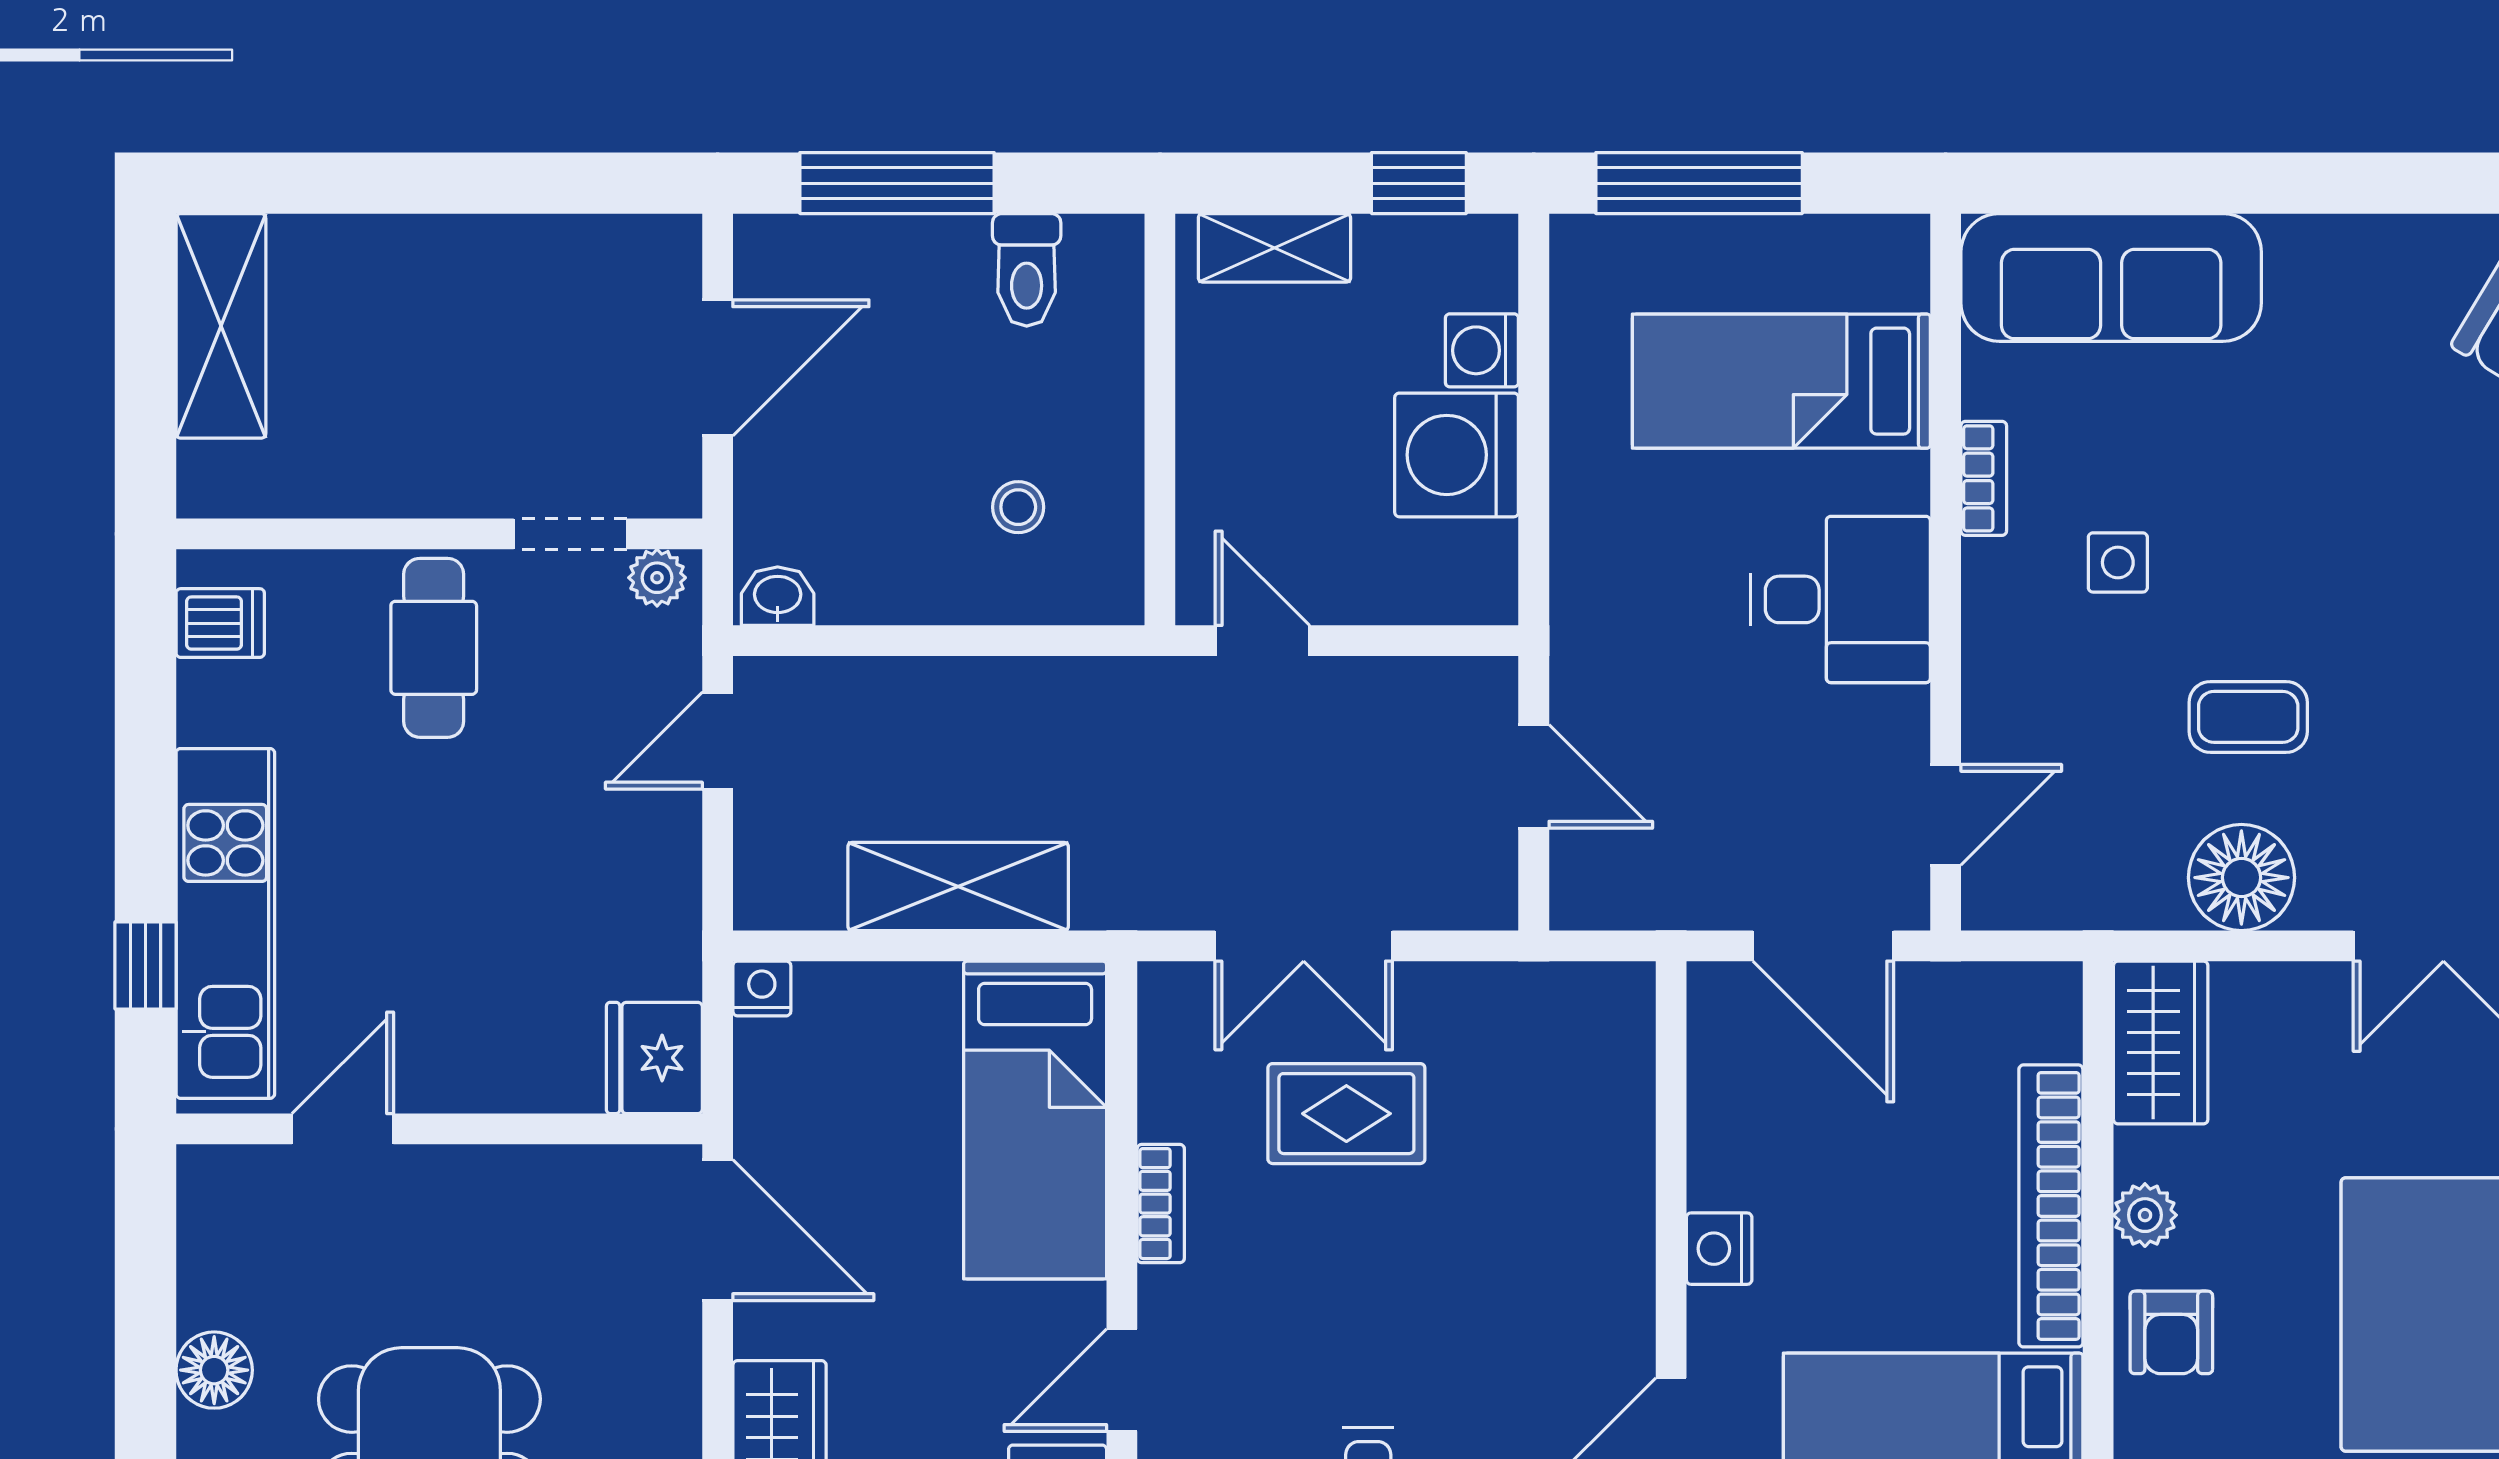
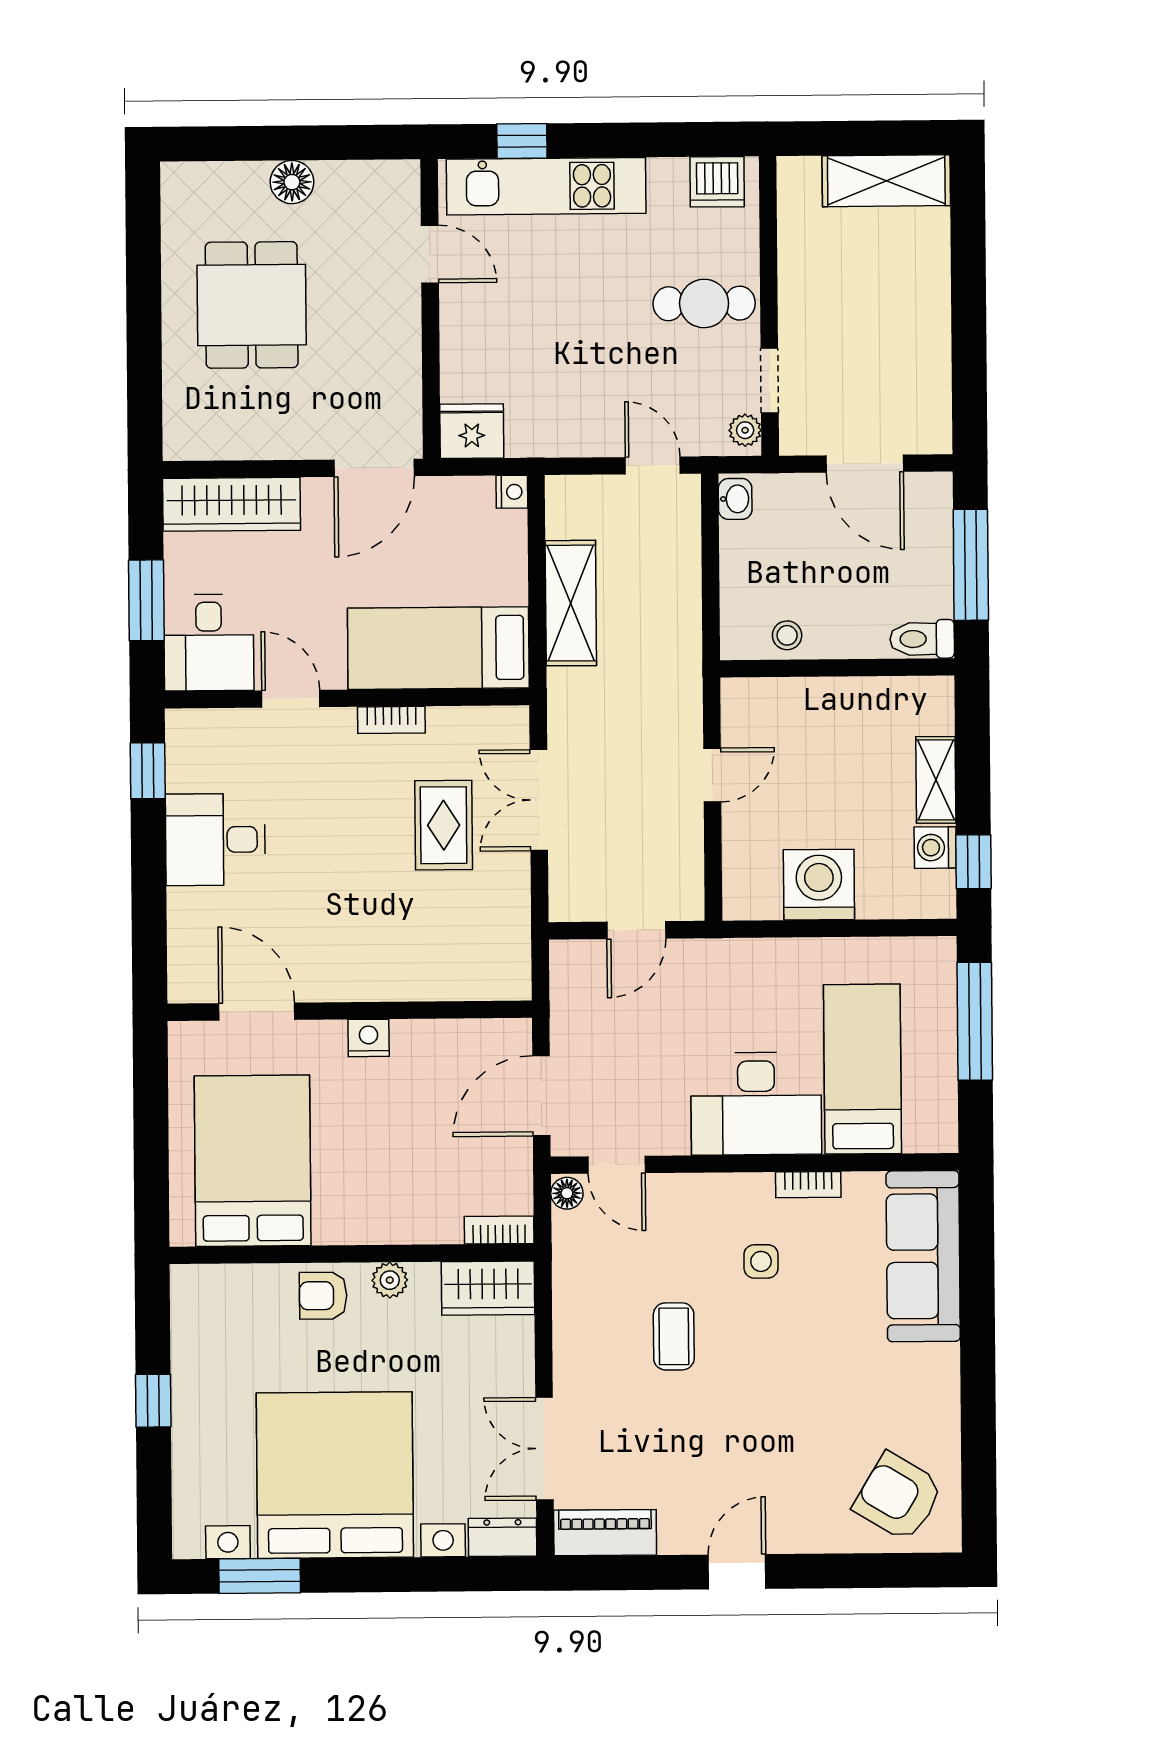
washing machine: (1482, 350) -> (935, 848), moved, turned -90
wall: (1160, 420) -> (837, 668), moved
desk: (1841, 599) -> (756, 1104), width x1.37
dishwasher: (220, 623) -> (717, 182), width x1.38
floor lamp: (2241, 878) -> (567, 1193), moved, width x0.53, depth x0.53
bookcase: (2051, 1206) -> (499, 1230), moved, width x0.43, depth x0.76

